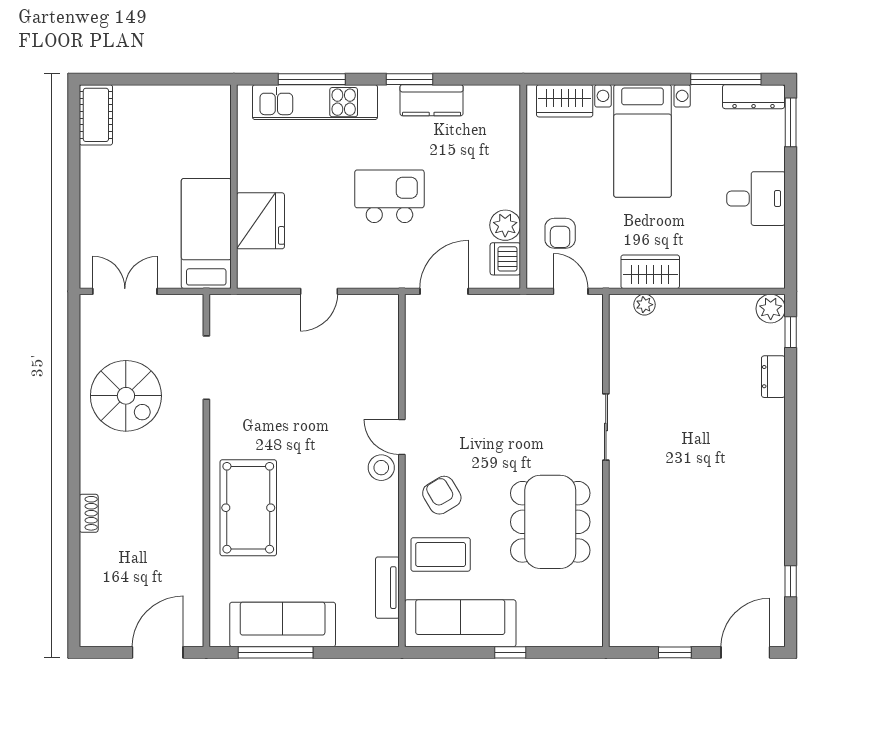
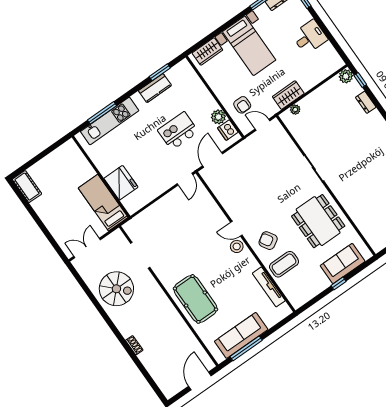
window: (410, 79) -> (160, 72), moved
kitchen island: (389, 196) -> (178, 131), moved
door: (319, 291) -> (185, 179), moved
tv unit: (387, 588) -> (269, 287), width x1.41
sofa: (460, 623) -> (343, 263), moved, width x0.73

